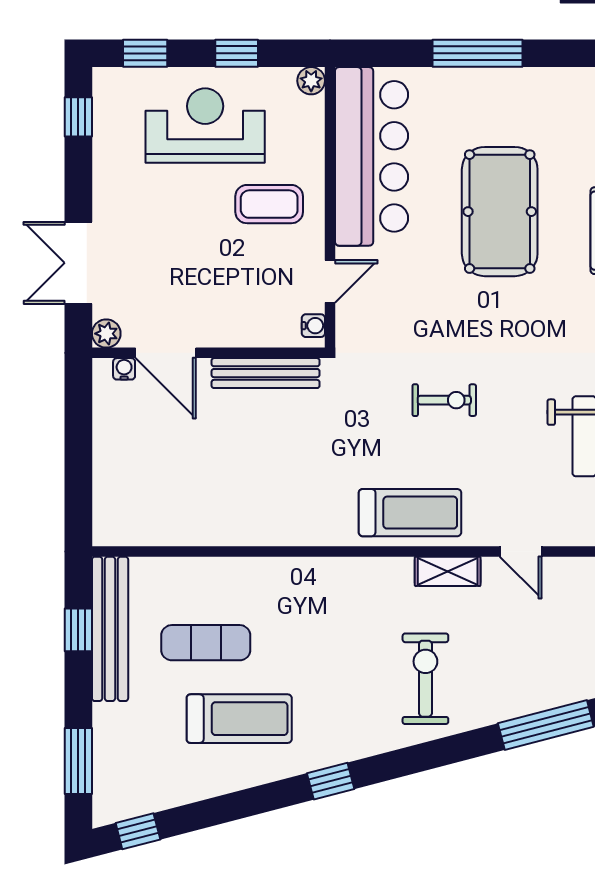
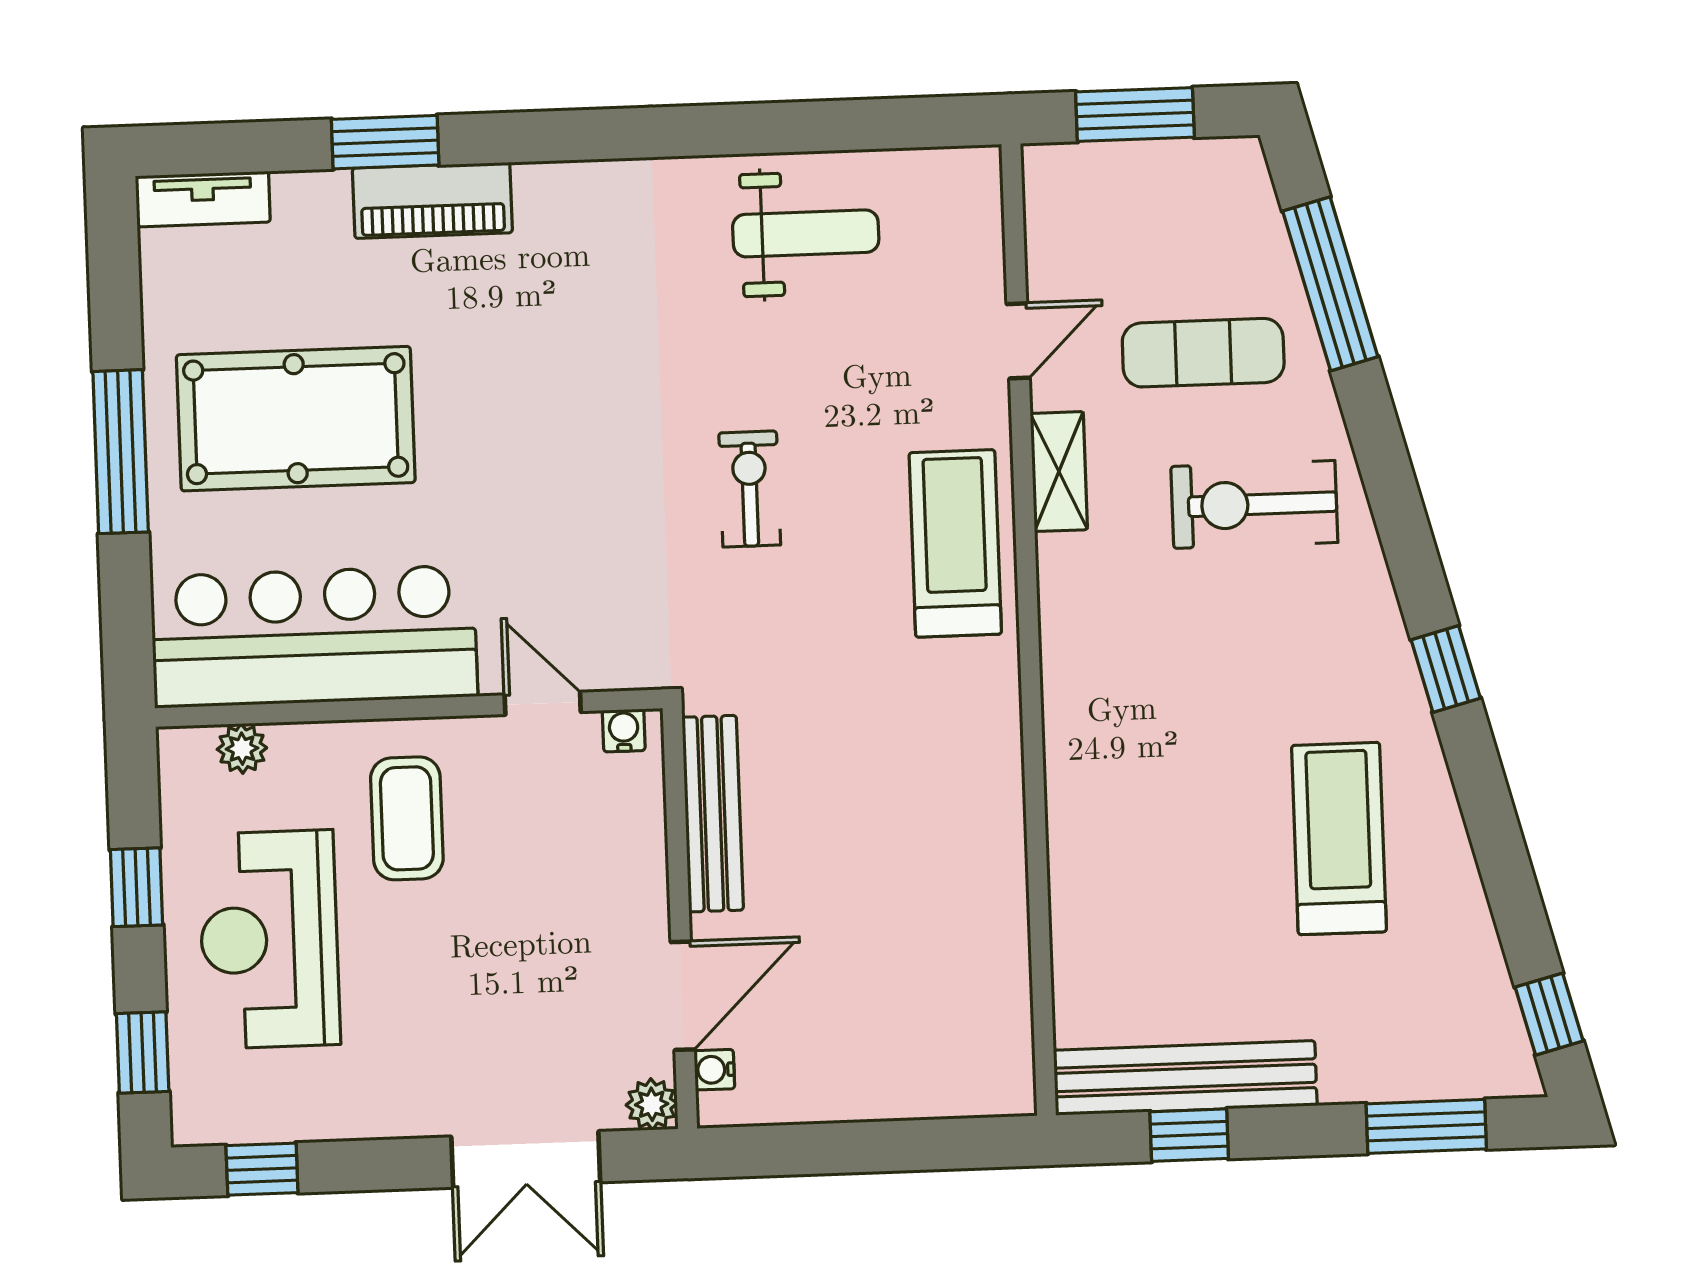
plant: (311, 81) -> (242, 749), moved
pool table: (500, 212) -> (296, 419), moved
exercise mat: (206, 643) -> (1203, 353), moved, turned 90

